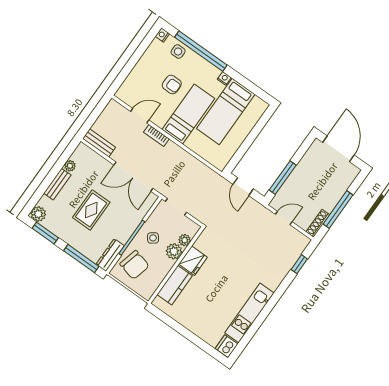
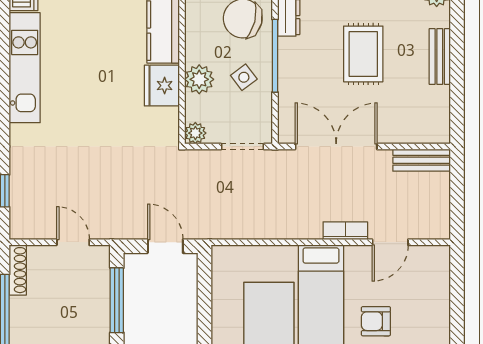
plant: (70, 166) -> (440, 96), removed
door: (284, 218) -> (73, 242), swing flipped
plant: (185, 240) -> (195, 133), moved

